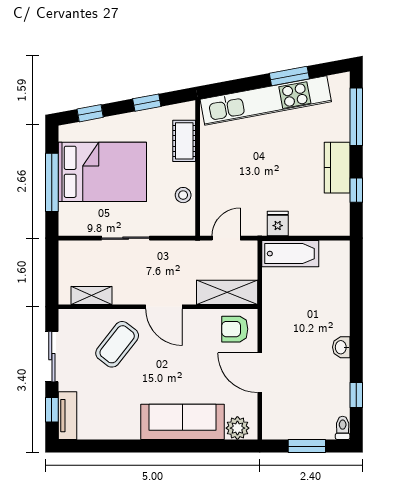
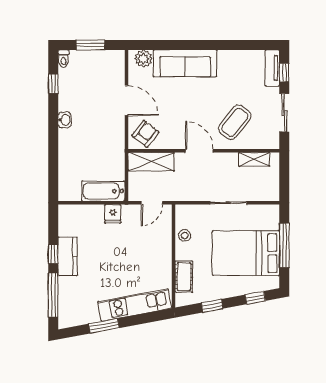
kitchen unit: (266, 101) -> (135, 305), width x0.73
window: (356, 190) -> (53, 254), moved
armchair: (235, 329) -> (145, 134), turned -52

